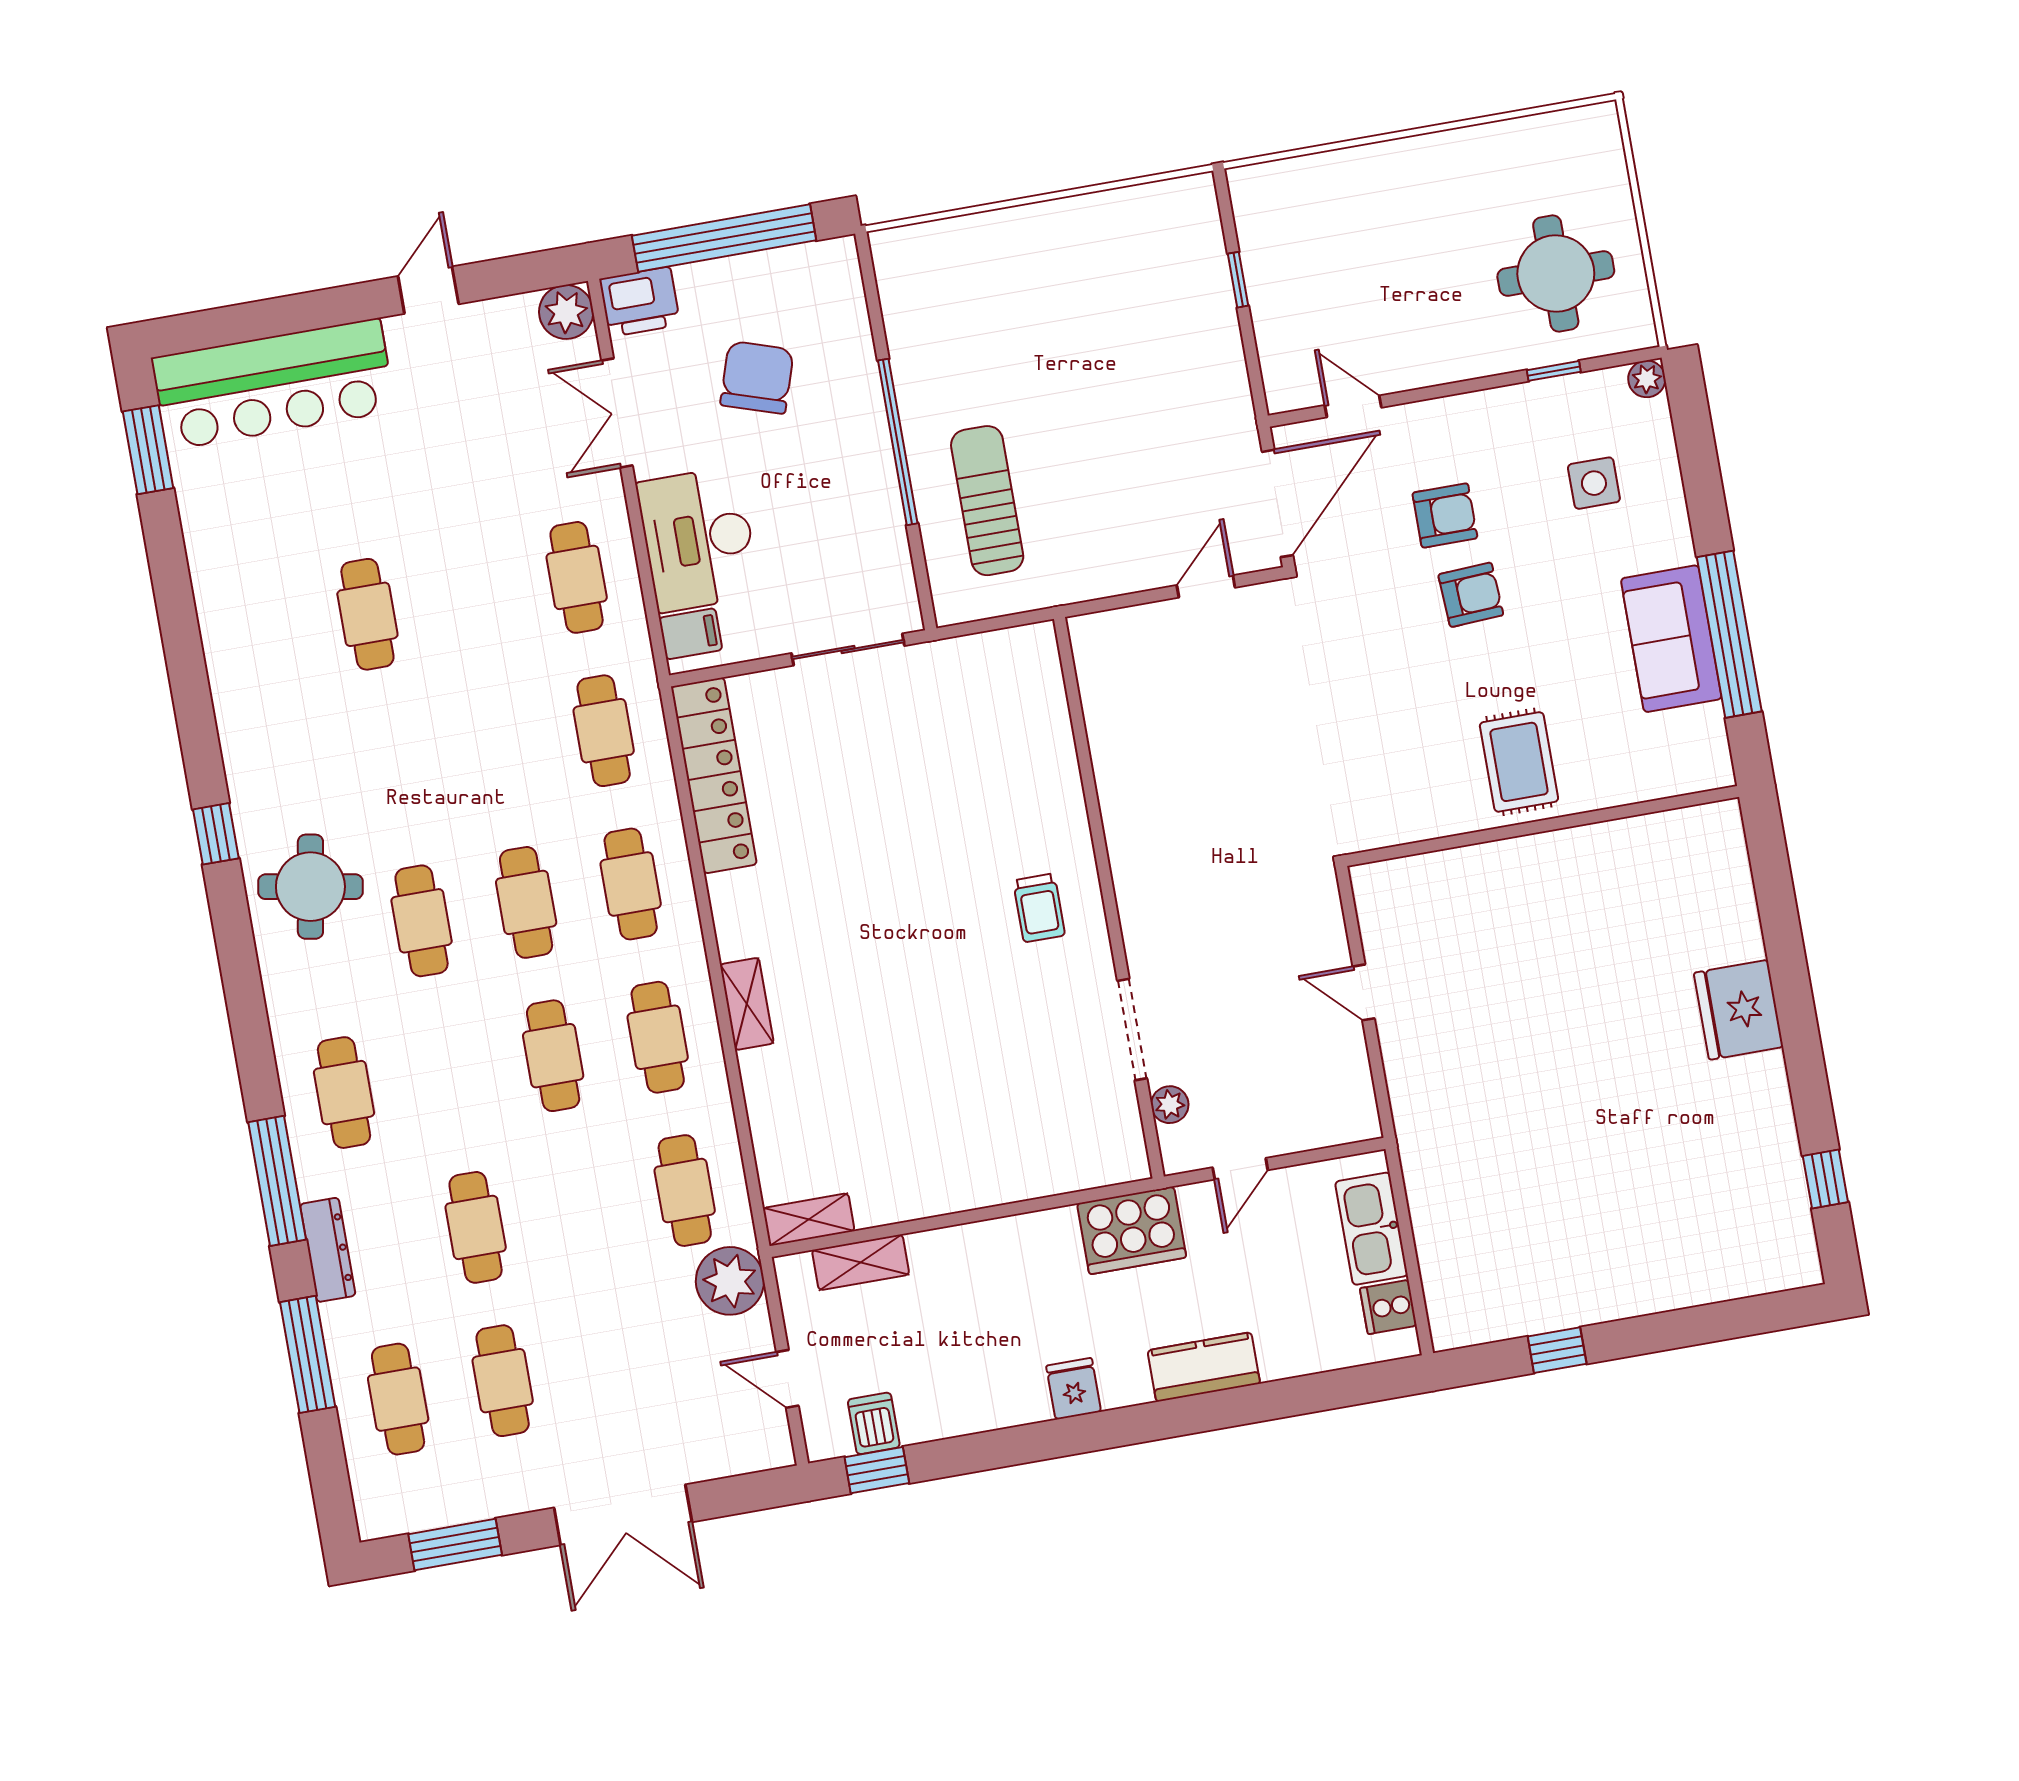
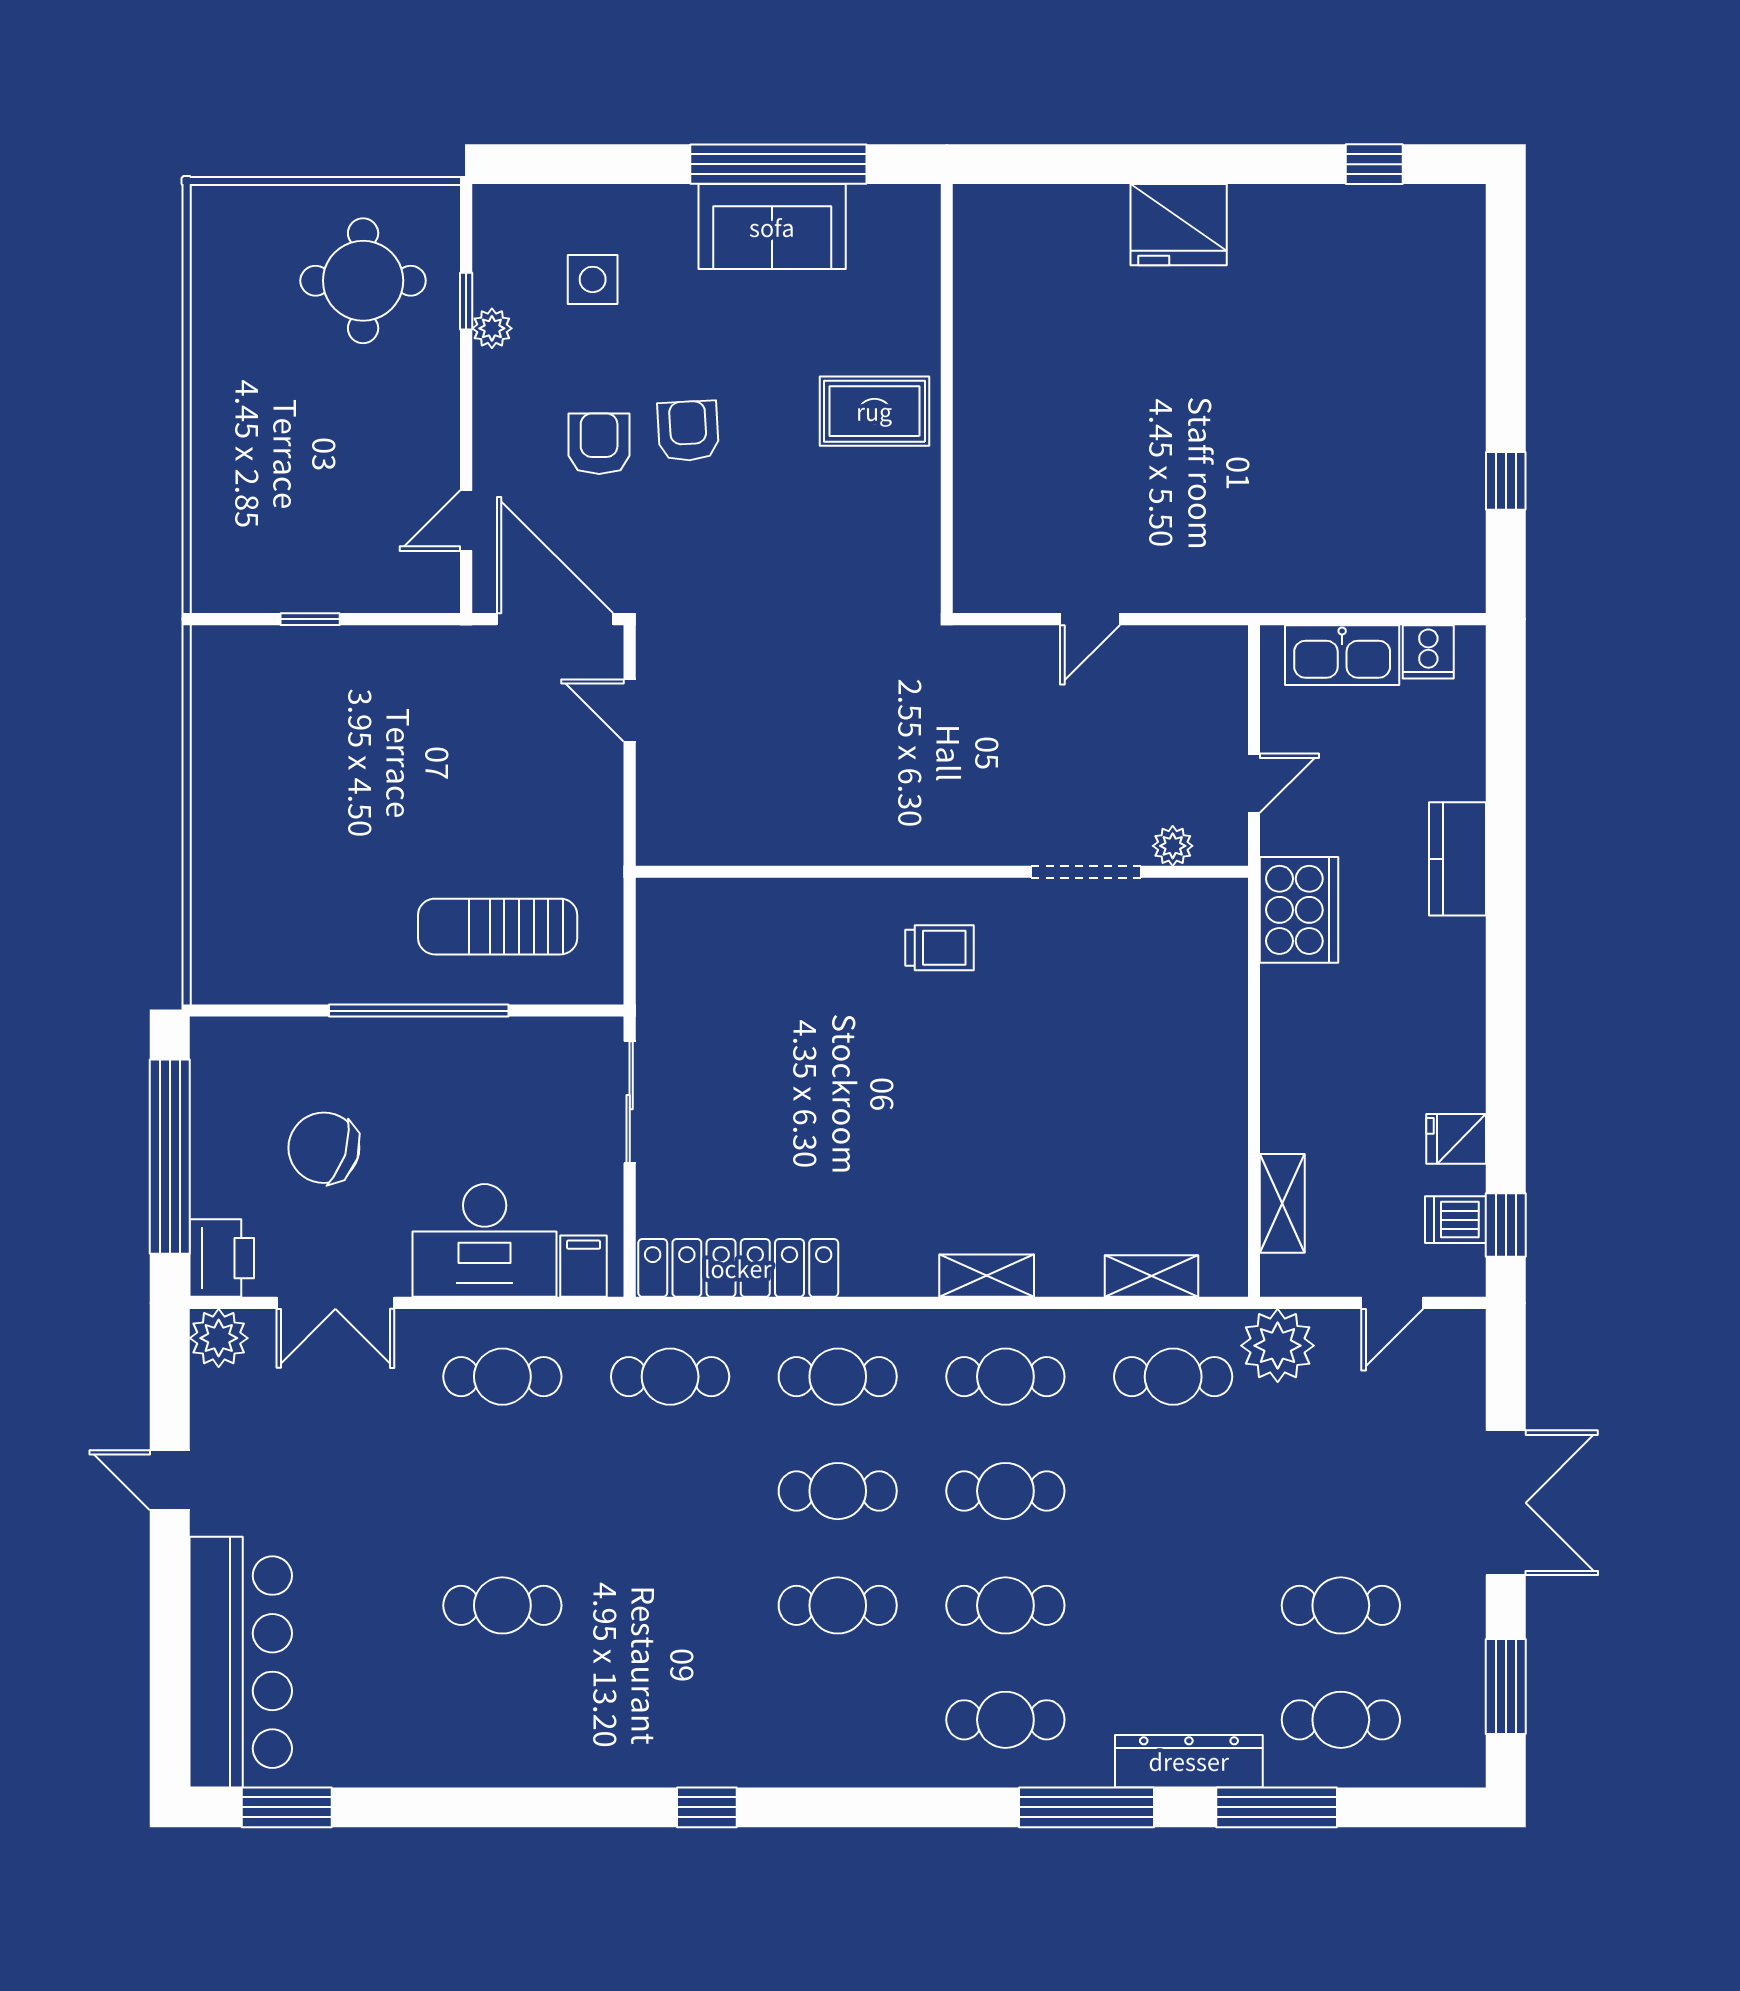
plant: (1647, 379) -> (492, 328), moved
round table: (310, 887) -> (781, 1717), removed
door: (1240, 1169) -> (1254, 783), hinge flipped
shelving: (809, 1219) -> (1151, 1276), moved, turned 90
cafe table: (476, 1227) -> (1005, 1605), moved
dresser: (328, 1250) -> (1189, 1761), width x1.37, depth x1.24
fridge: (1074, 1389) -> (1456, 1139), moved

